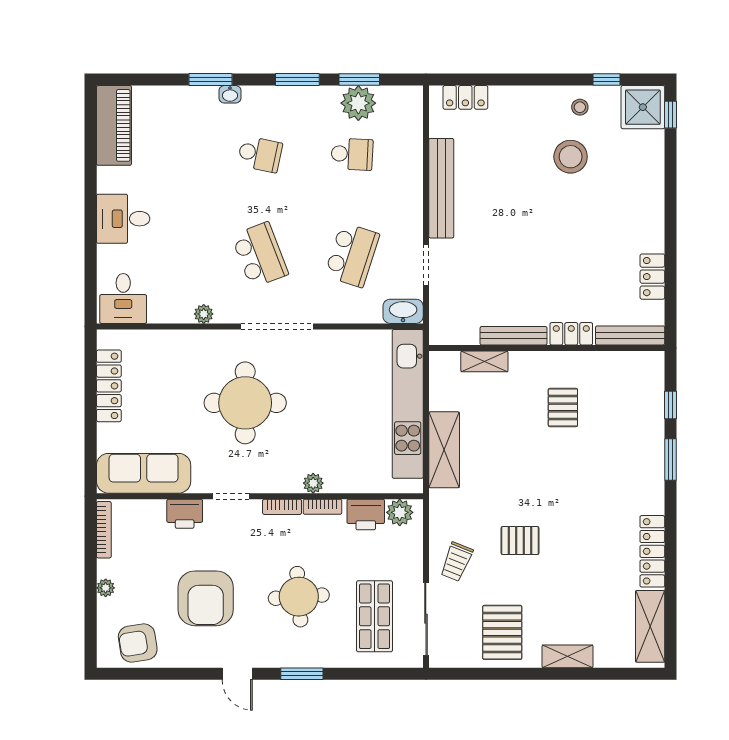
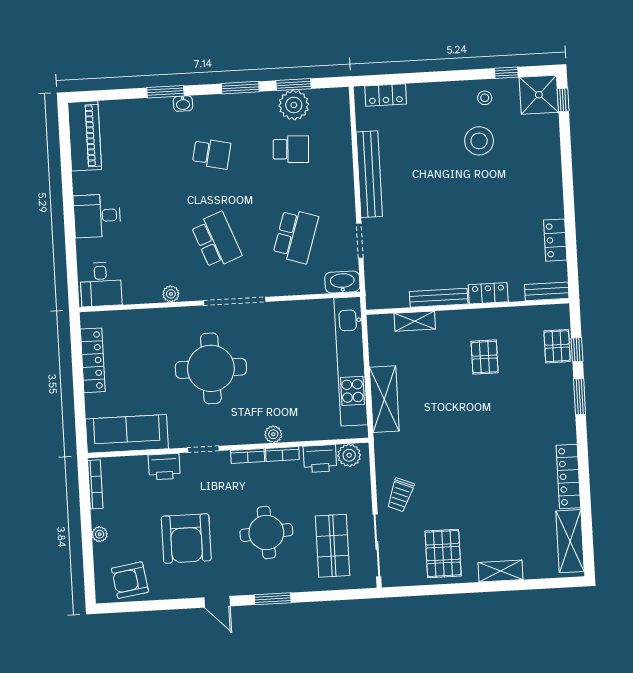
bench: (630, 335) -> (547, 291), width x0.73
pallet: (520, 541) -> (557, 346), moved, turned 90

